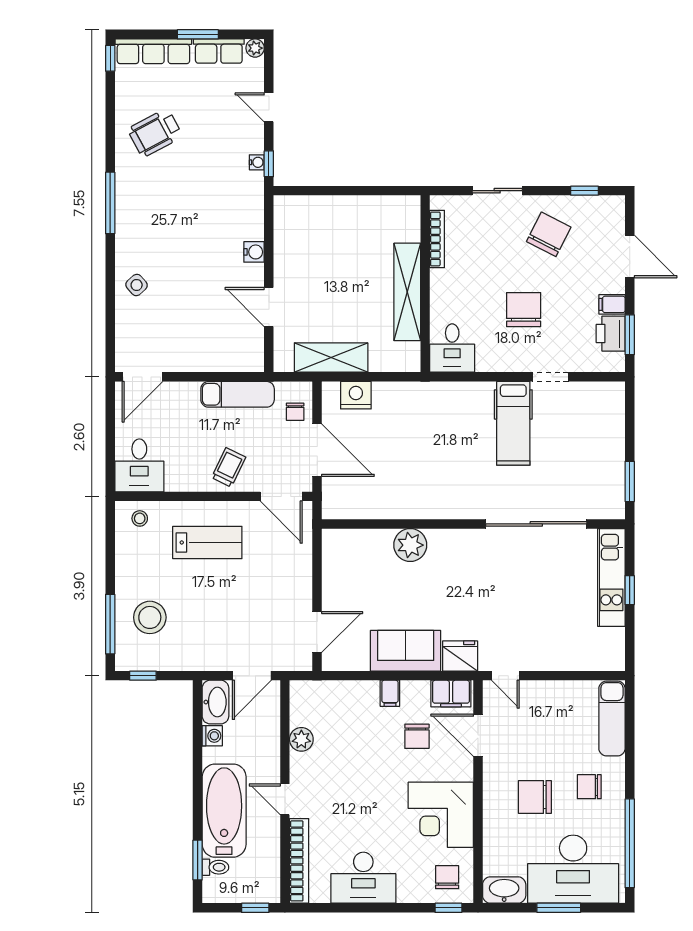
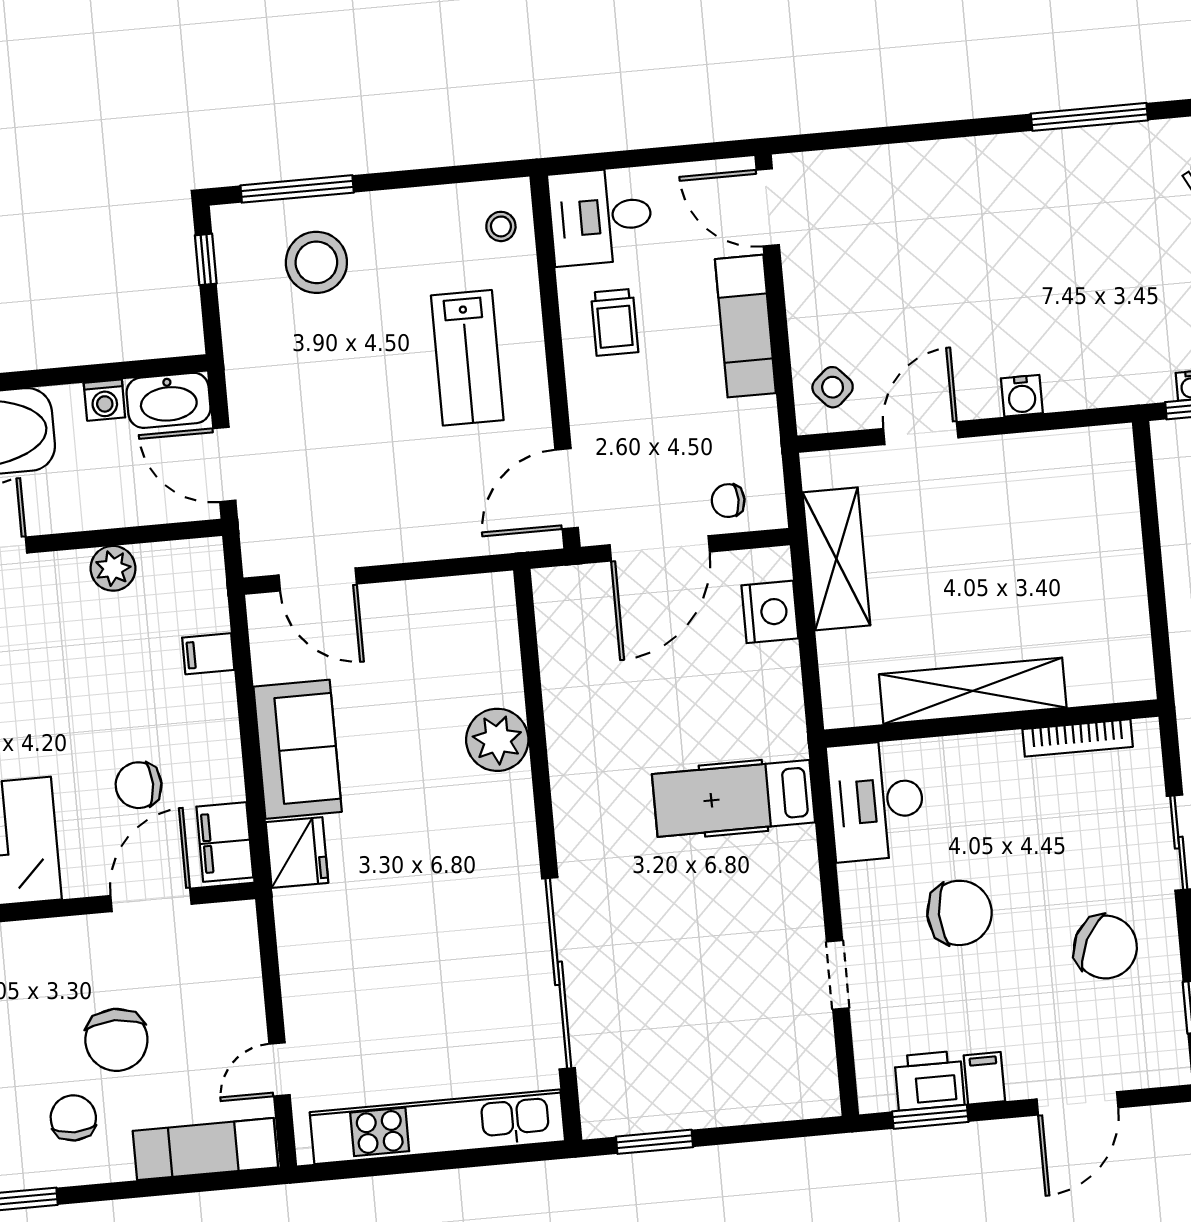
side table: (137, 285) -> (833, 387), moved
desk: (452, 348) -> (876, 801), width x1.37
exam couch: (238, 394) -> (745, 326), moved
hospital bed: (513, 423) -> (733, 798), moved
trolley: (229, 467) -> (615, 322), moved, turned 64
kitchen unit: (611, 577) -> (437, 1127), width x1.36
window: (630, 590) -> (450, 1160), removed
door: (505, 676) -> (279, 1069), moved
filing cabinet: (390, 693) -> (208, 654), moved
chair: (535, 797) -> (116, 1040), moved, turned 180

